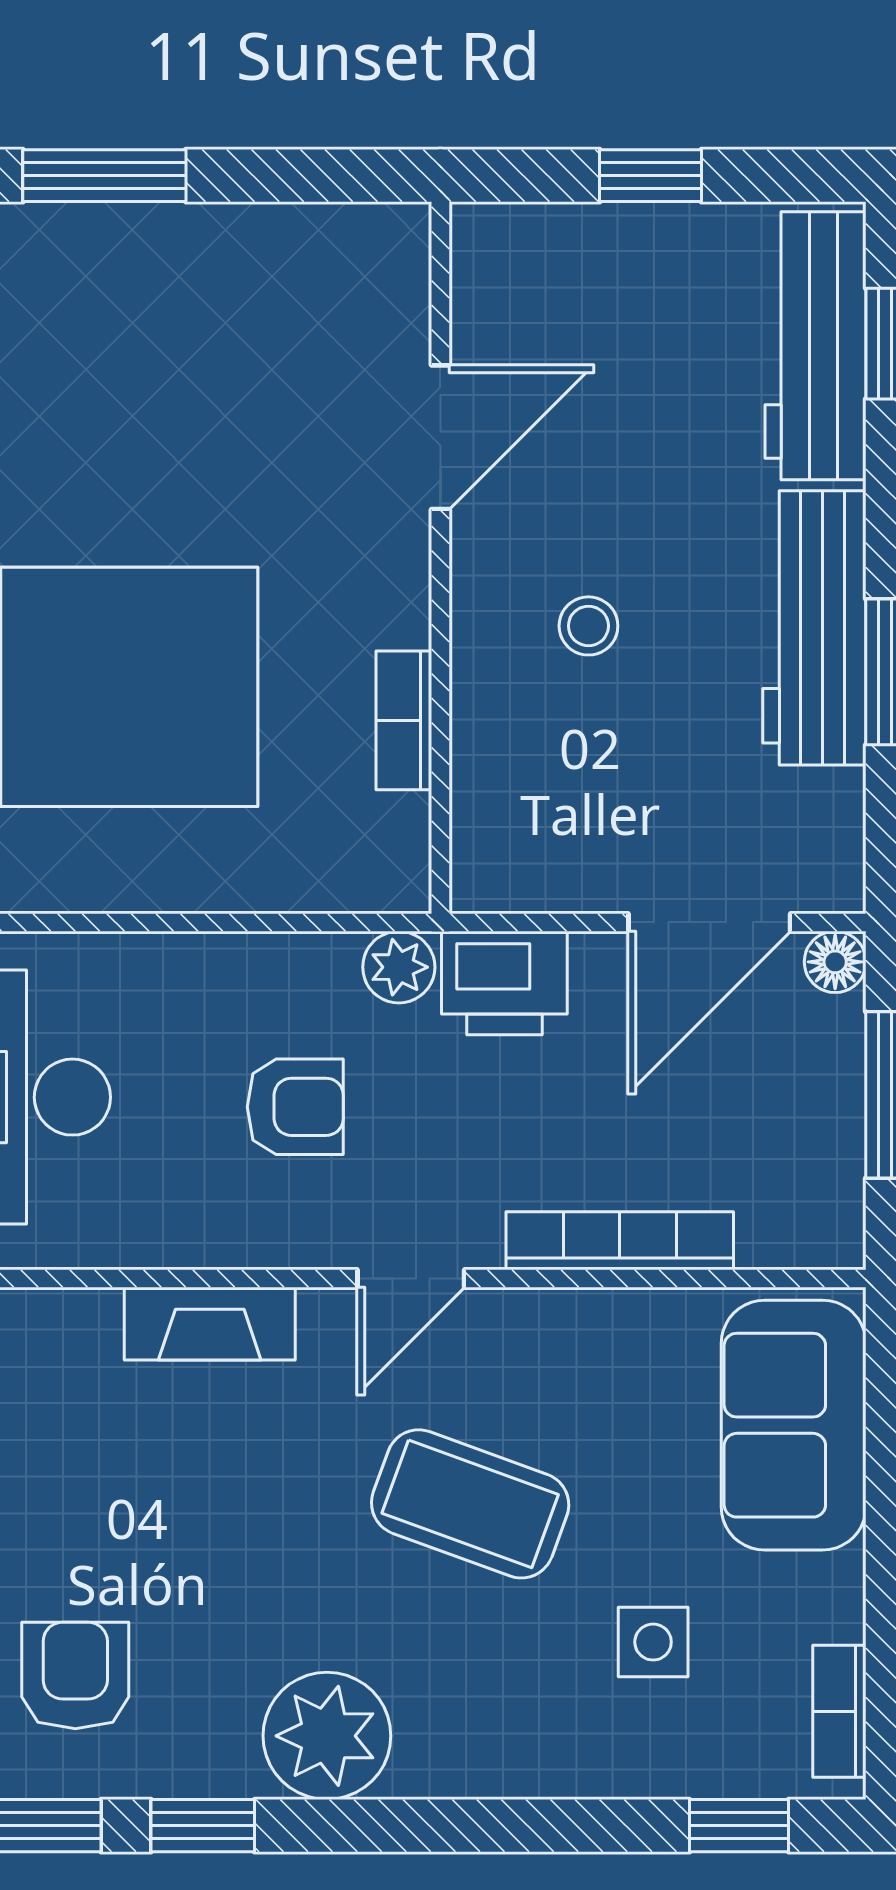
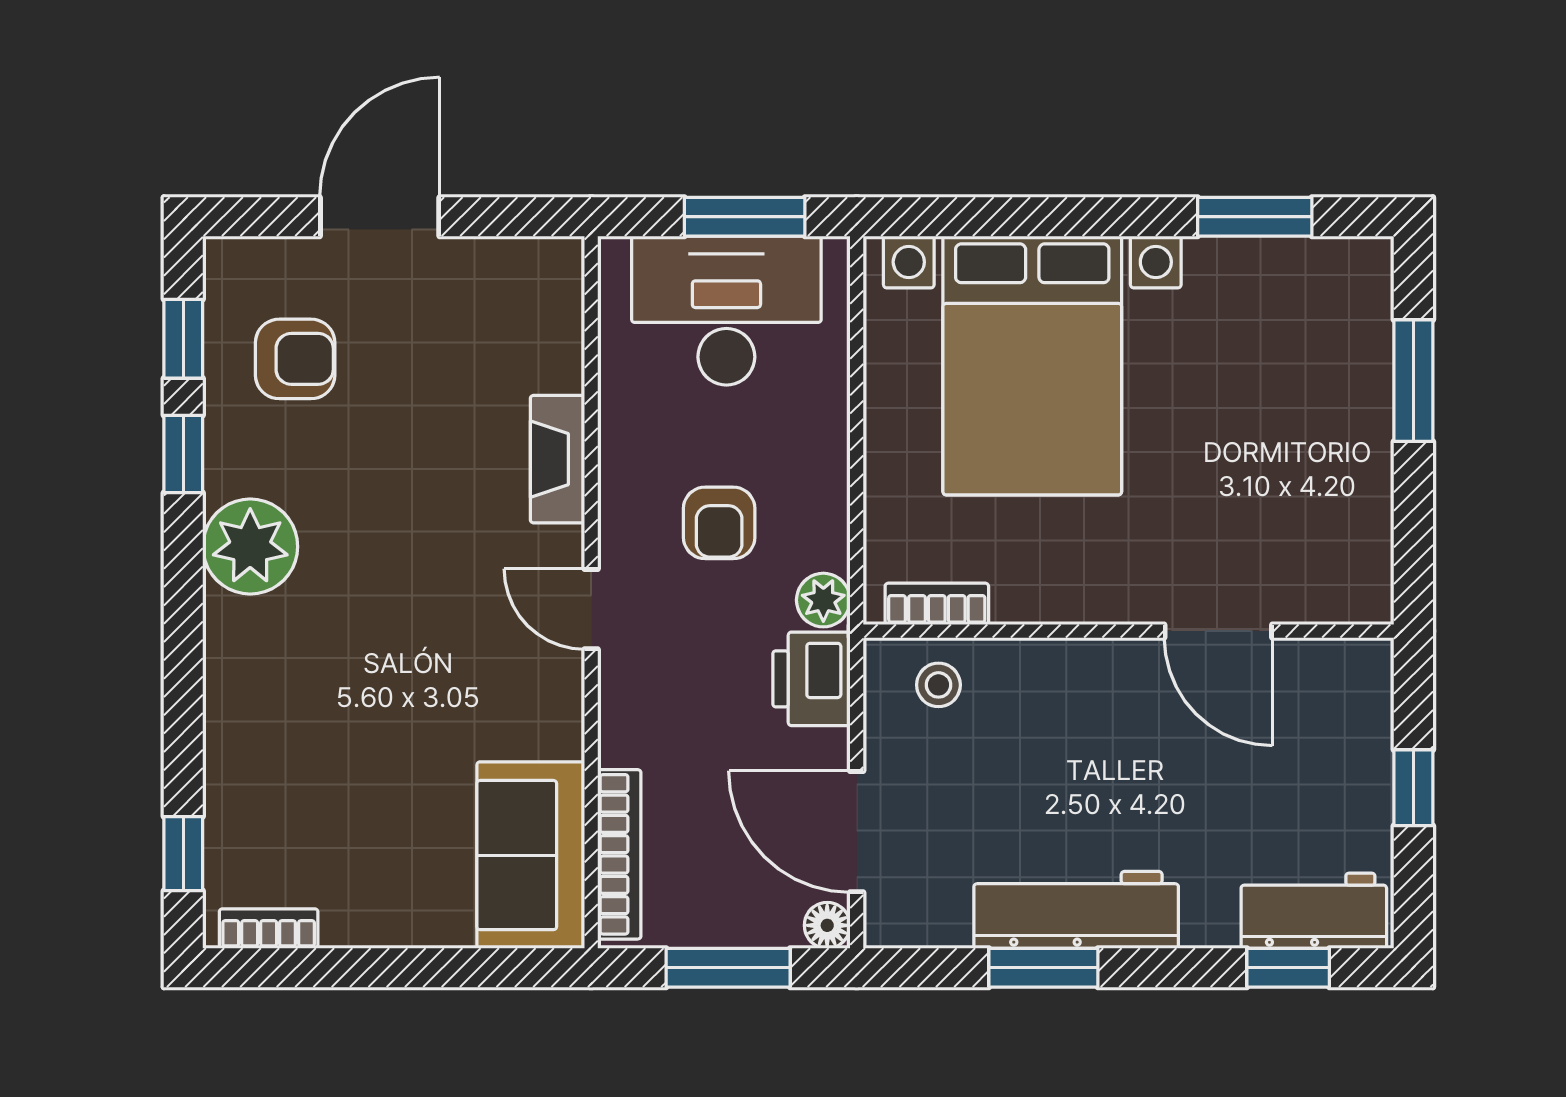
workbench: (815, 346) -> (1314, 911), width x0.73
stool: (588, 626) -> (938, 685), moved
bookcase: (404, 720) -> (937, 604), moved
bookcase: (620, 1241) -> (619, 854), moved
sofa: (794, 1425) -> (531, 855), moved, turned -90
coffee table: (470, 1504) -> (423, 653), removed
side table: (653, 1642) -> (320, 790), removed

